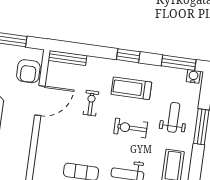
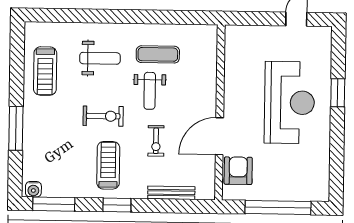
bench: (67, 58) -> (171, 193), moved
treadmill: (131, 88) -> (108, 165), turned -90
weight bench: (174, 117) -> (150, 91), moved

